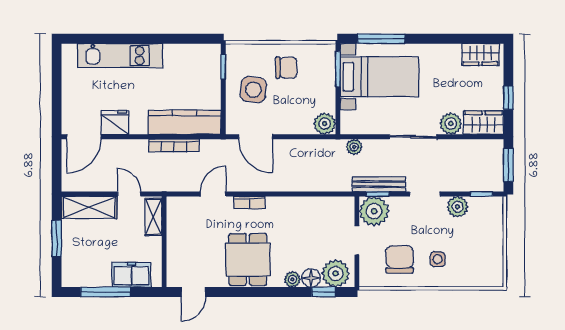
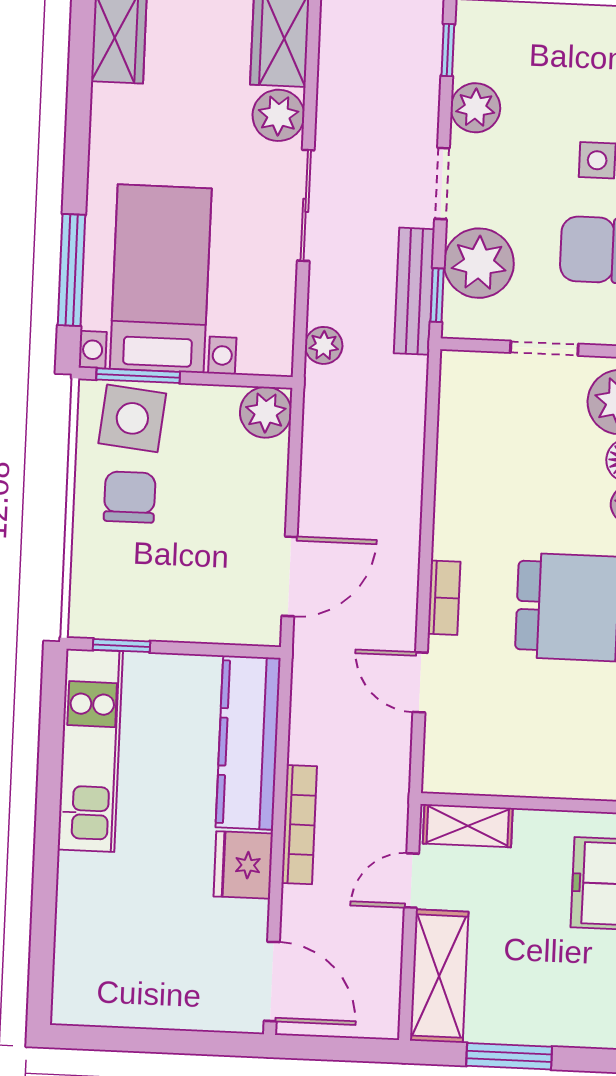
kitchen unit: (120, 56) -> (90, 750), moved
side table: (253, 90) -> (132, 418), moved
fridge: (115, 122) -> (243, 865), moved
bookcase: (174, 145) -> (299, 825), moved
plant: (374, 211) -> (479, 263), moved

